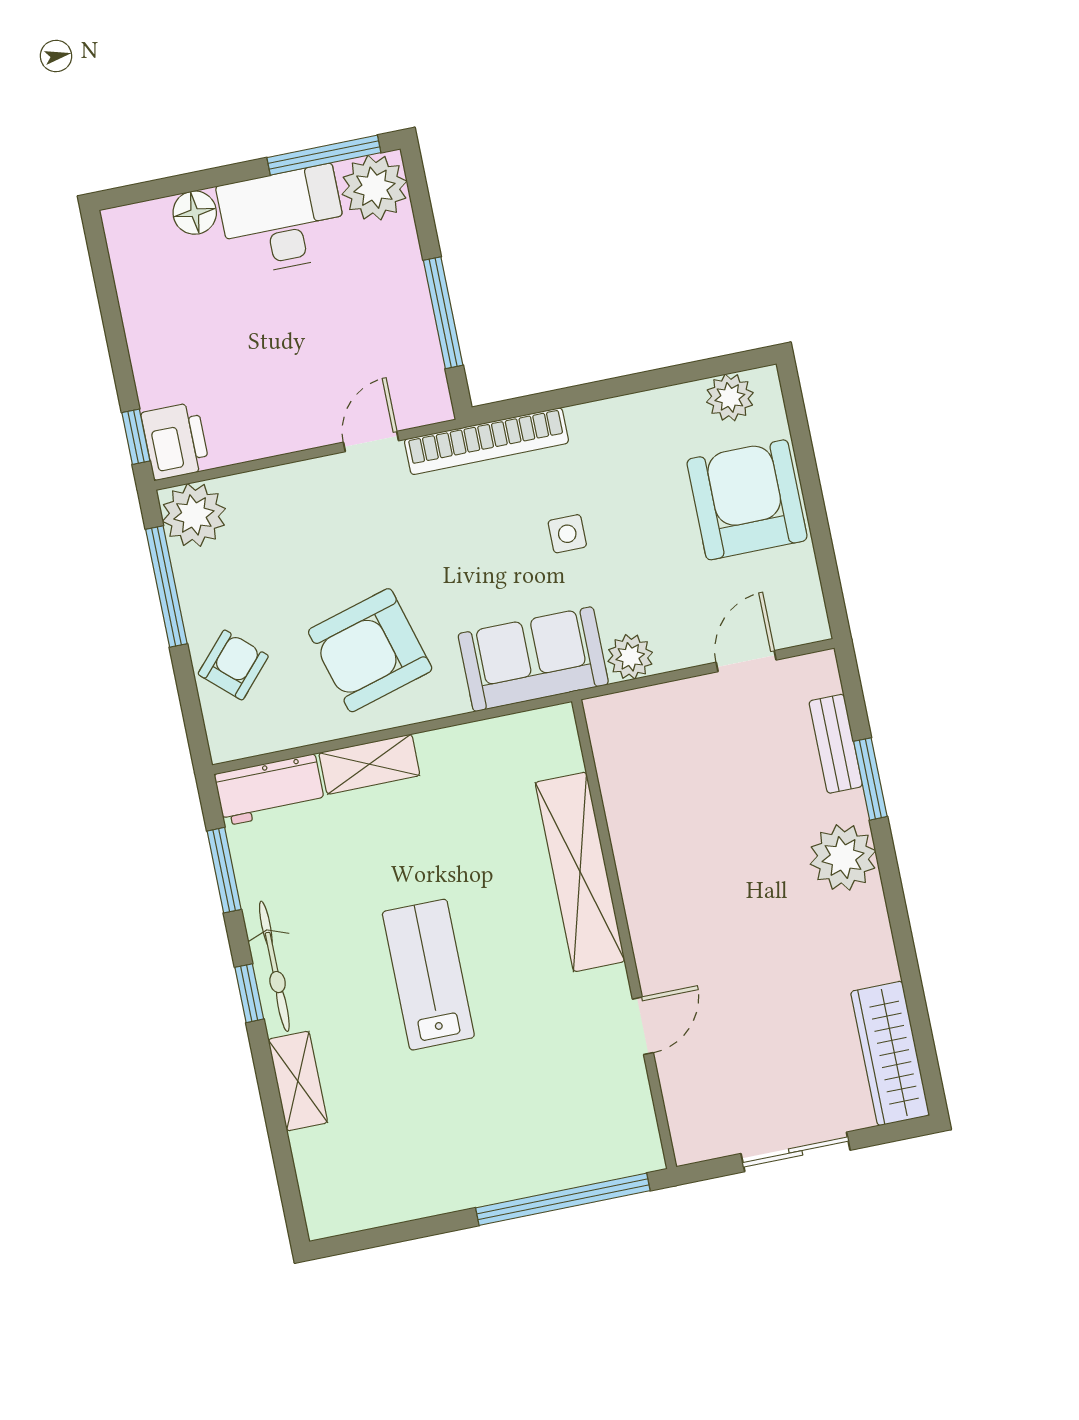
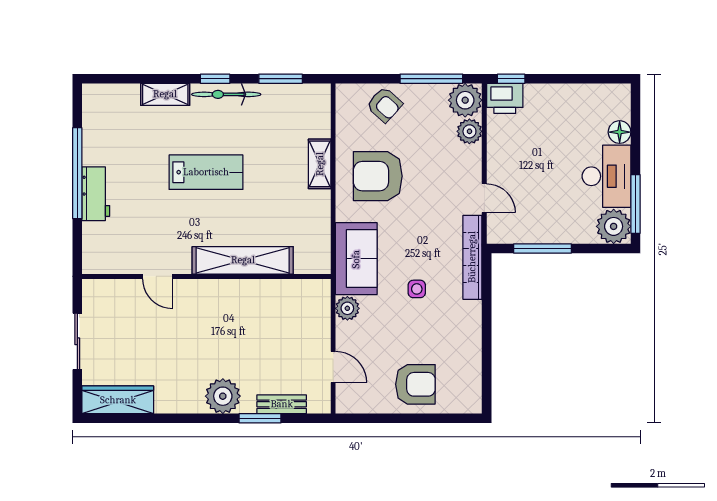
plant: (730, 397) -> (469, 131), moved
armchair: (747, 500) -> (415, 384), width x0.73, depth x0.73
armchair: (370, 650) -> (378, 176), turned -74
workbench: (270, 790) -> (96, 194), moved, turned 180
window: (563, 1199) -> (77, 173), moved

